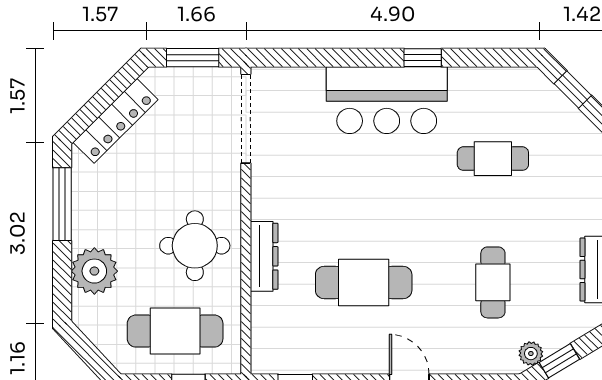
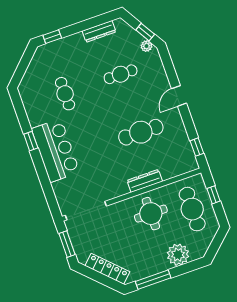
window: (573, 89) -> (22, 69), removed
cafe table: (364, 282) -> (141, 132), turned 90

